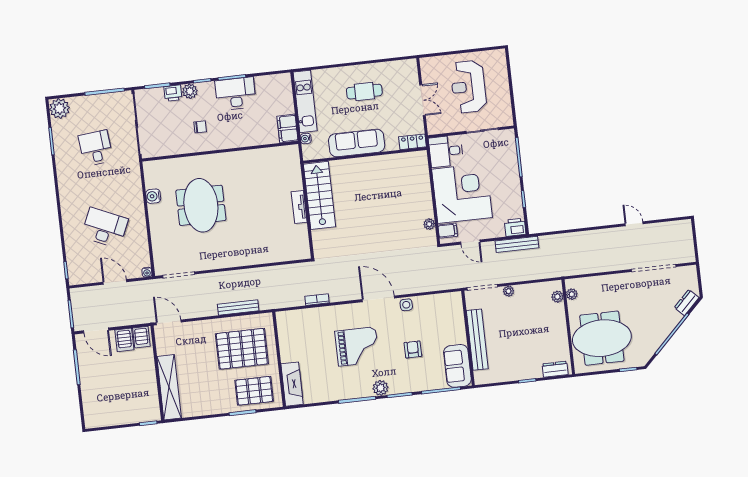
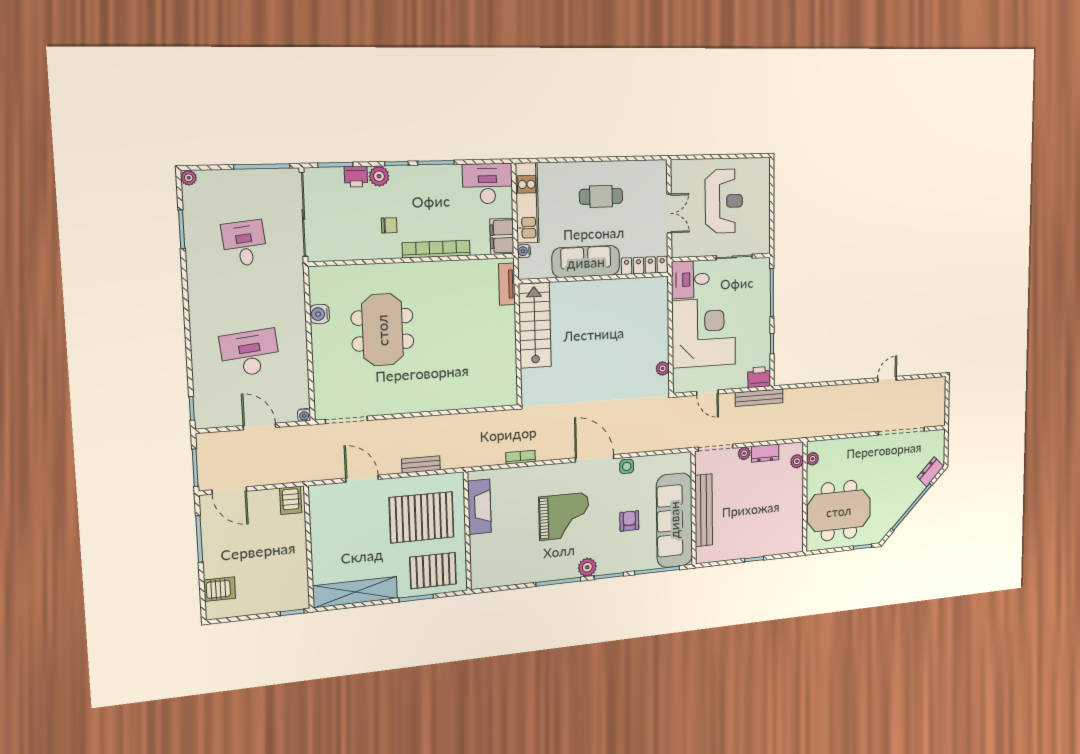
reception desk: (468, 87) -> (724, 201), turned 180
desk: (236, 94) -> (488, 184), moved
plant: (59, 108) -> (189, 178), width x0.53, depth x0.53
bookcase: (237, 142) -> (436, 249), added
locker: (412, 142) -> (644, 265), width x1.53
tv unit: (299, 207) -> (507, 284), moved
door: (634, 224) -> (887, 379), hinge flipped
desk: (105, 228) -> (250, 353), turned -30
filing cabinet: (448, 231) -> (683, 377), removed
bench: (238, 307) -> (421, 465), width x0.73
door: (169, 322) -> (362, 479), moved
server rack: (124, 340) -> (220, 589), moved, turned -90
sofa: (457, 366) -> (674, 520), width x1.85, depth x1.27
dresser: (555, 369) -> (765, 453), moved, turned 180
fireplace: (292, 384) -> (479, 507), moved
shelving: (169, 387) -> (355, 592), moved, turned 90

